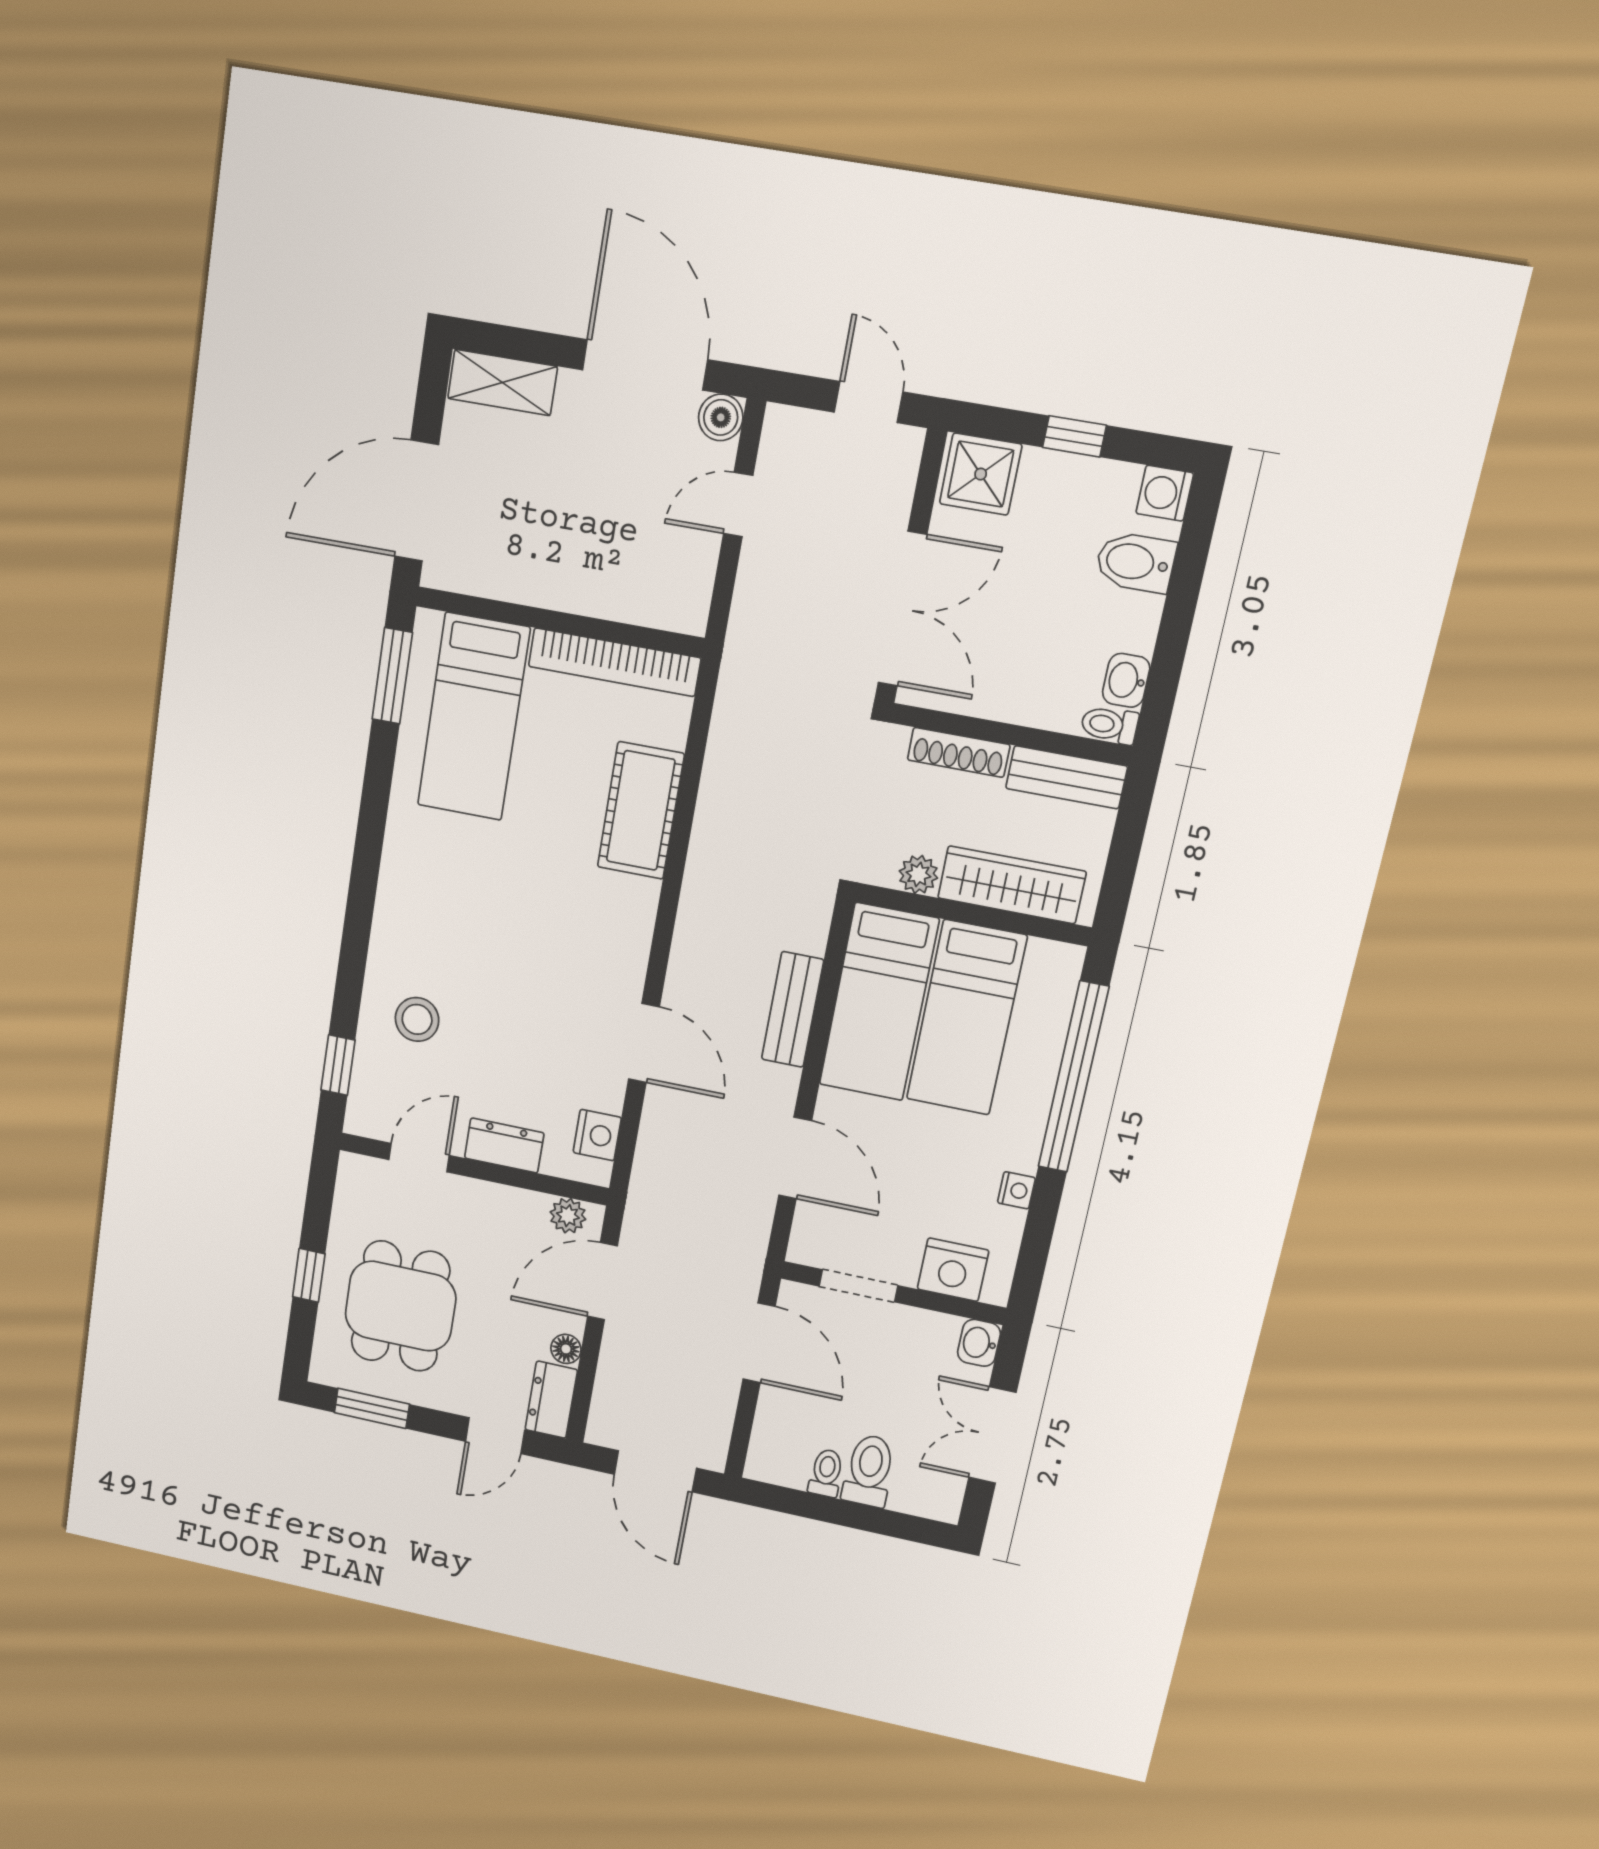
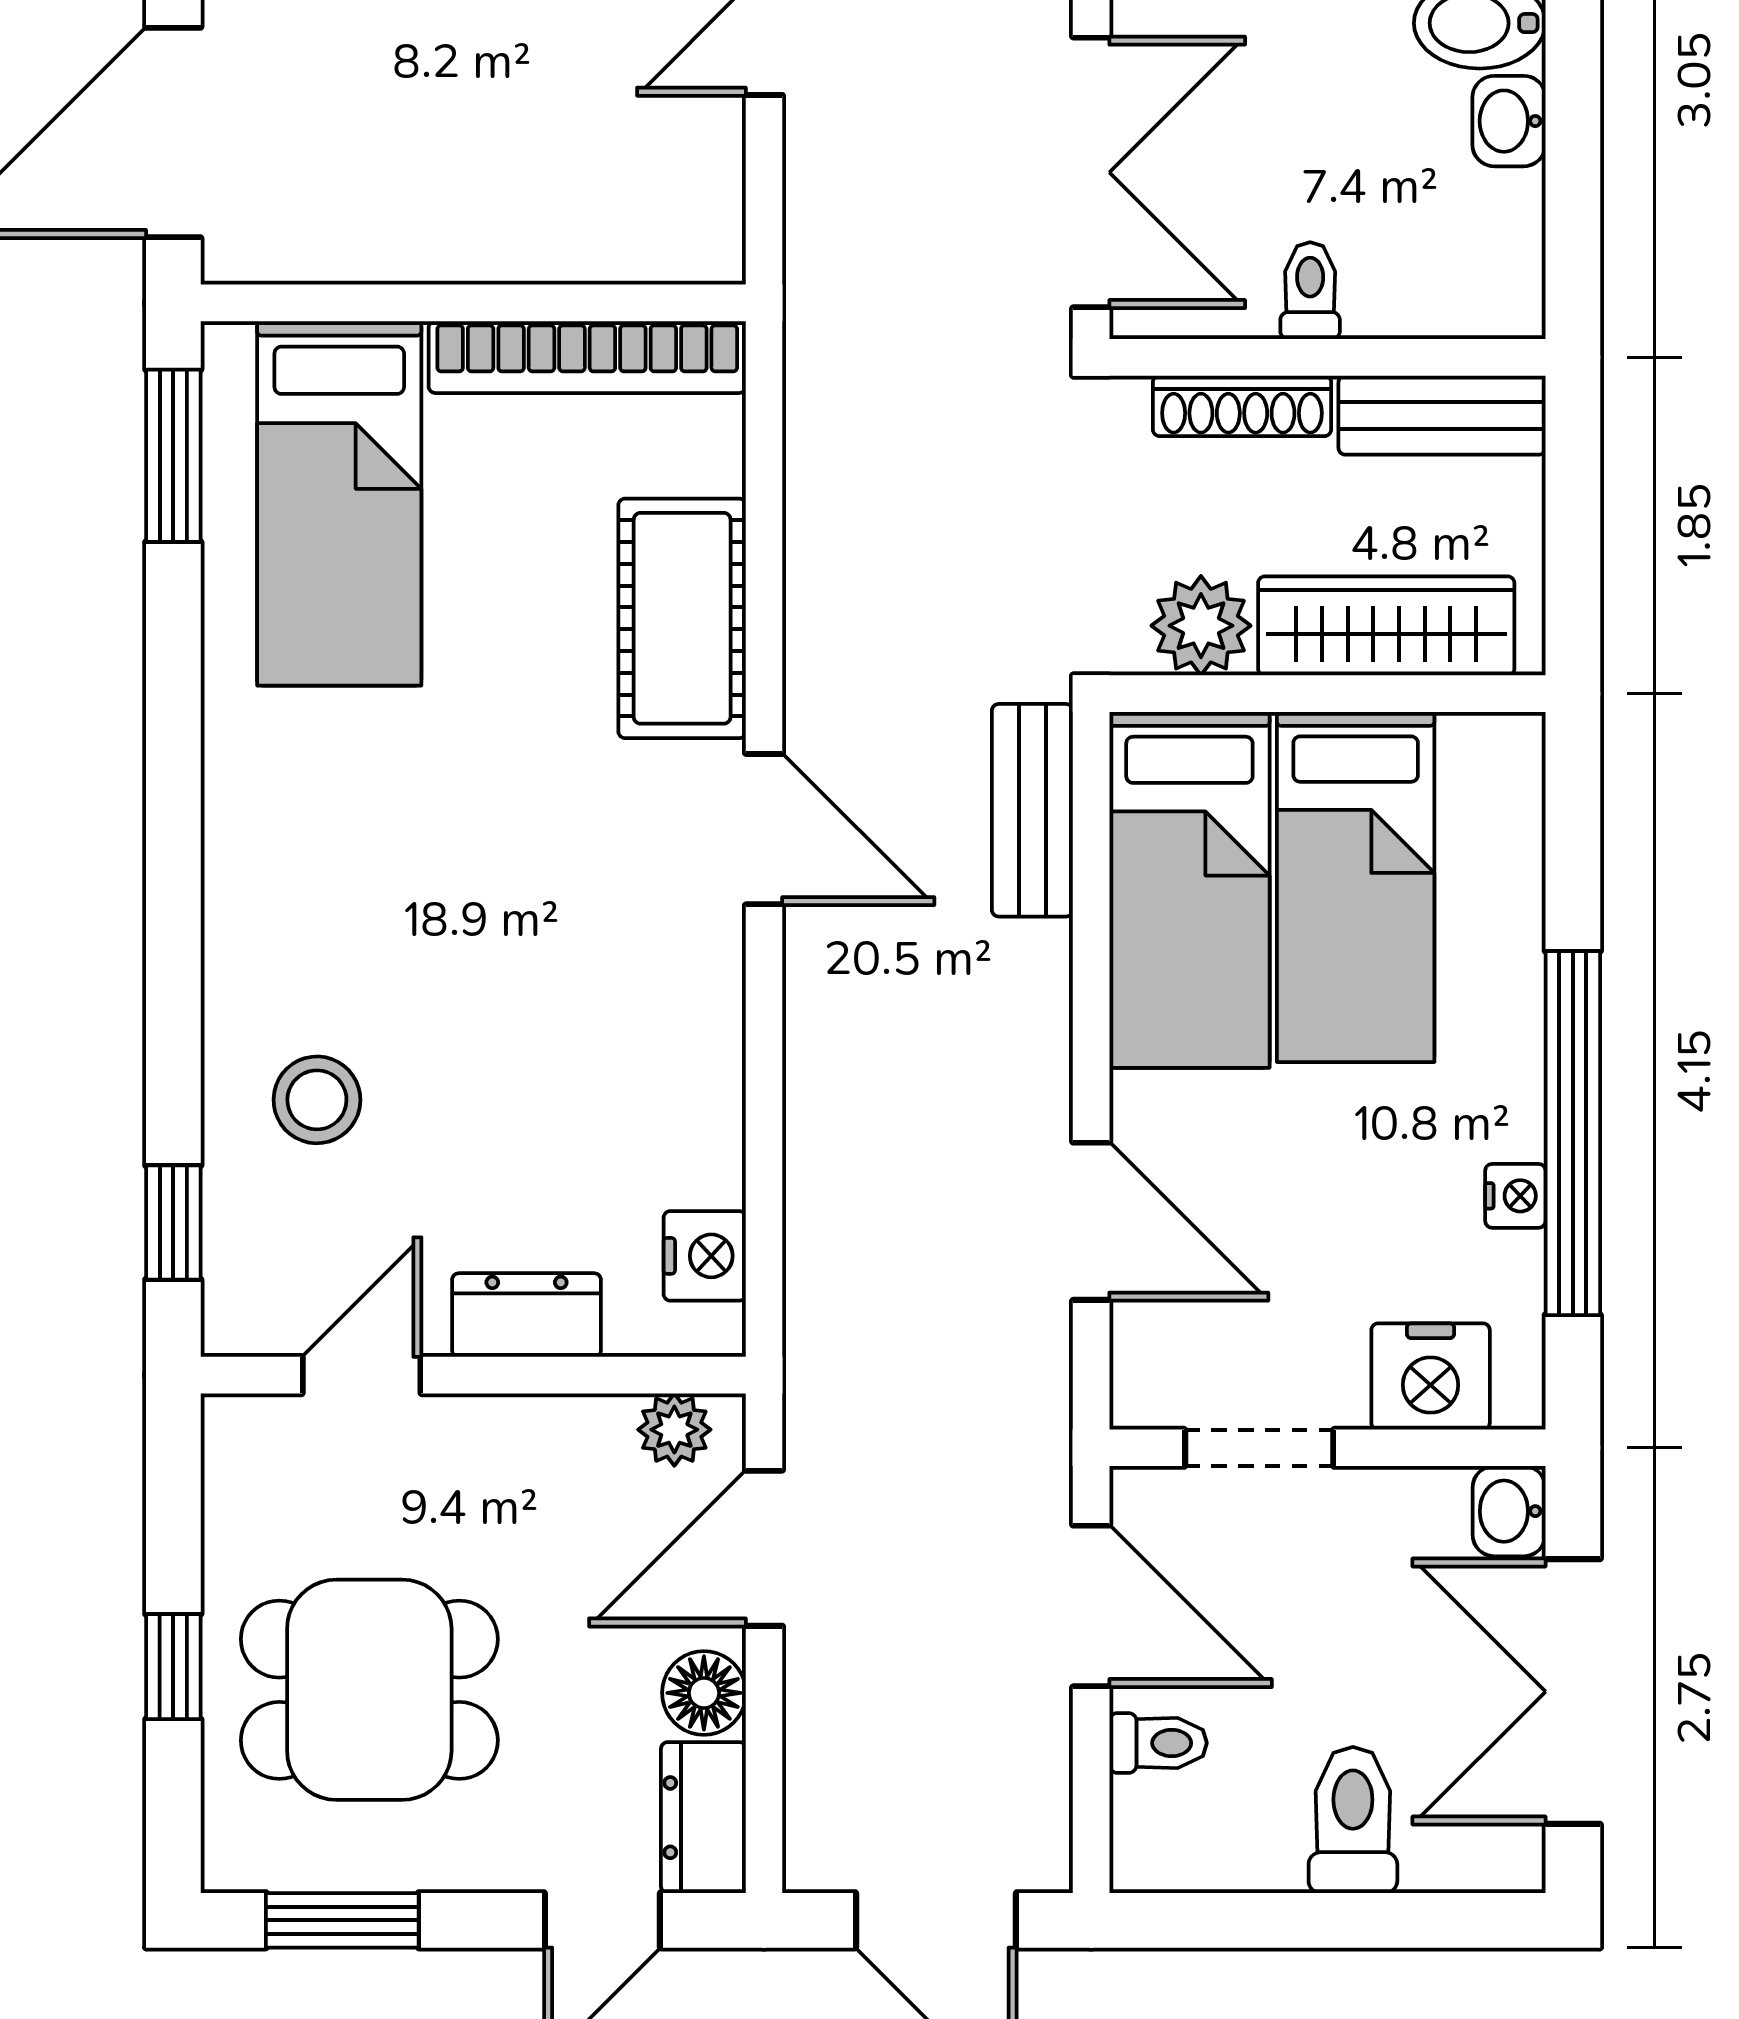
washbasin: (1126, 680) -> (1509, 121), moved
toilet: (1109, 725) -> (1310, 291), moved, turned 90
plant: (918, 874) -> (1201, 626), width x1.38, depth x1.38
bench: (792, 1010) -> (1032, 810), moved
door: (644, 1043) -> (764, 829), moved
window: (1073, 1077) -> (1573, 1133), moved
dining table: (400, 1306) -> (369, 1690), turned 90
floor lamp: (566, 1349) -> (704, 1693), width x1.37, depth x1.37
double door: (992, 1435) -> (1573, 1692), width x1.37
toilet: (826, 1473) -> (1158, 1743), moved, turned 90

